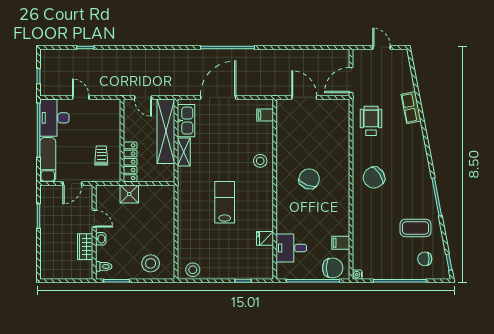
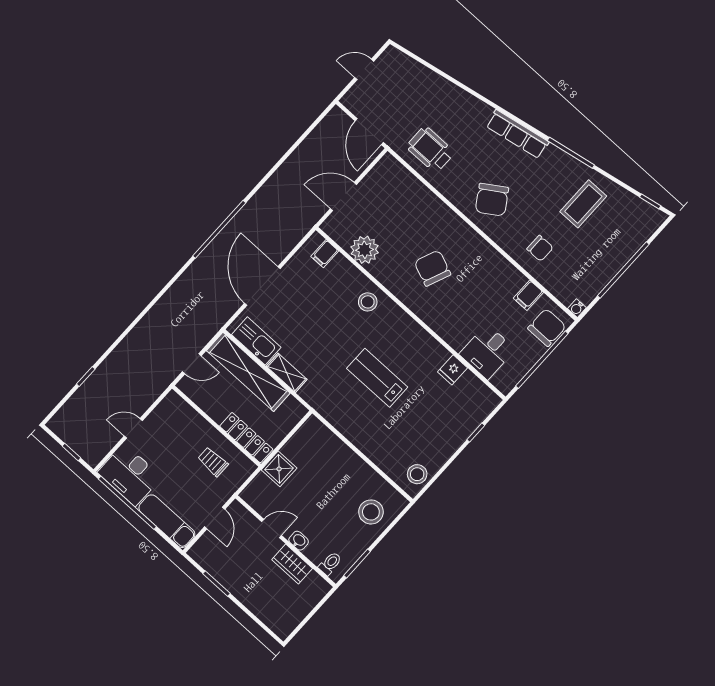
row of seats: (411, 108) -> (517, 134), moved, width x1.48
plant: (286, 134) -> (365, 250), added
chair: (425, 259) -> (540, 248), moved, turned -90

